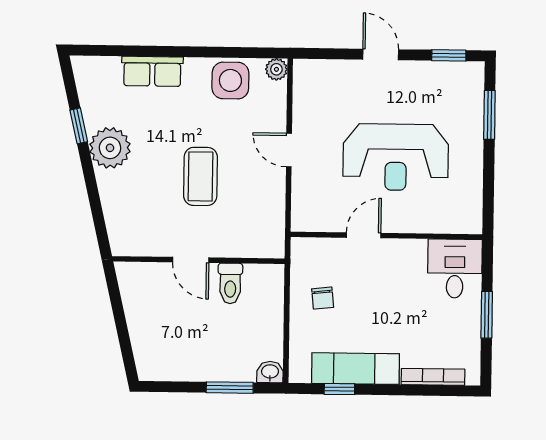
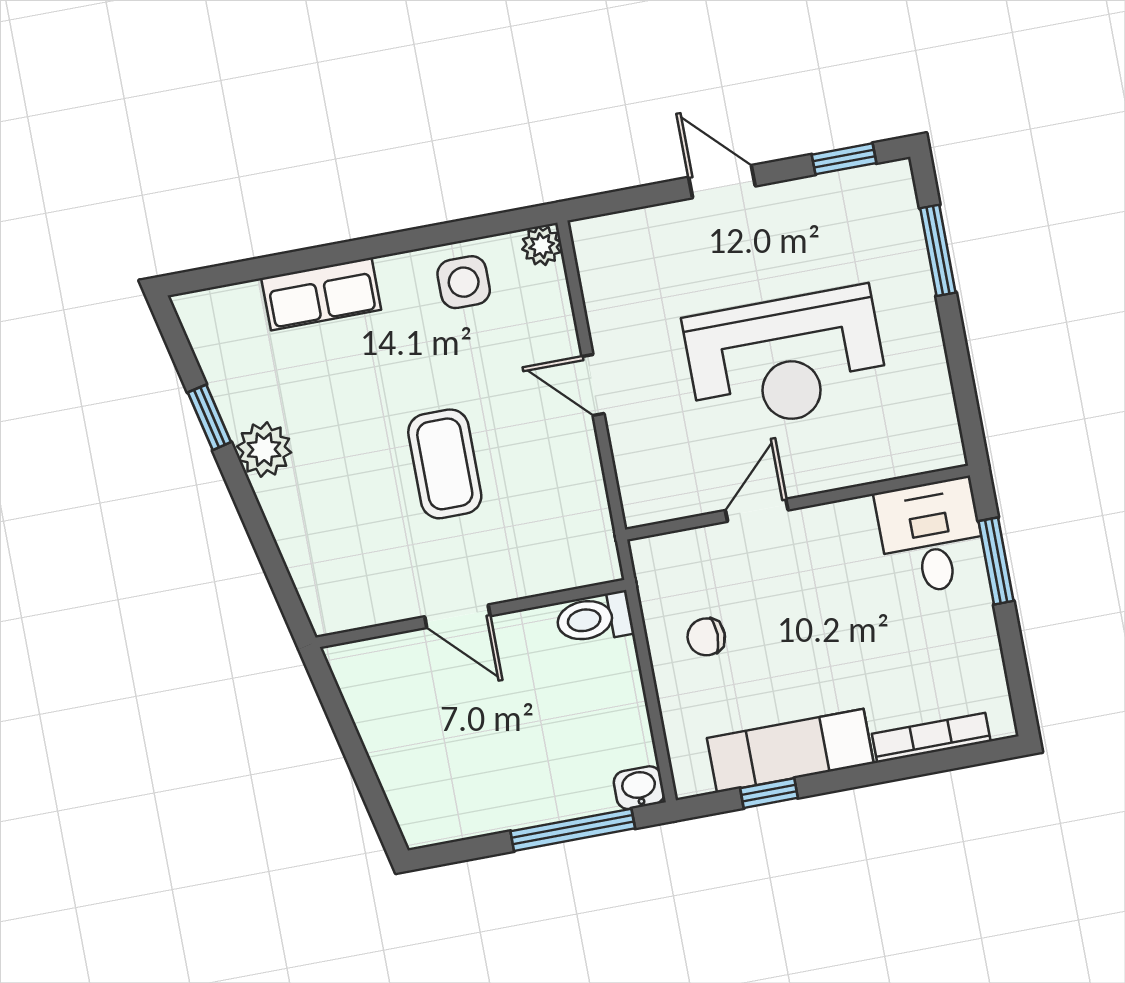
side table: (230, 80) -> (464, 282), width x0.73, depth x0.73
plant: (110, 148) -> (264, 449), width x0.73, depth x0.73
toilet: (230, 283) -> (594, 618), moved, turned 90
chair: (323, 298) -> (706, 637), turned 96
window: (487, 315) -> (996, 561), moved
window: (230, 388) -> (573, 830), width x1.44

